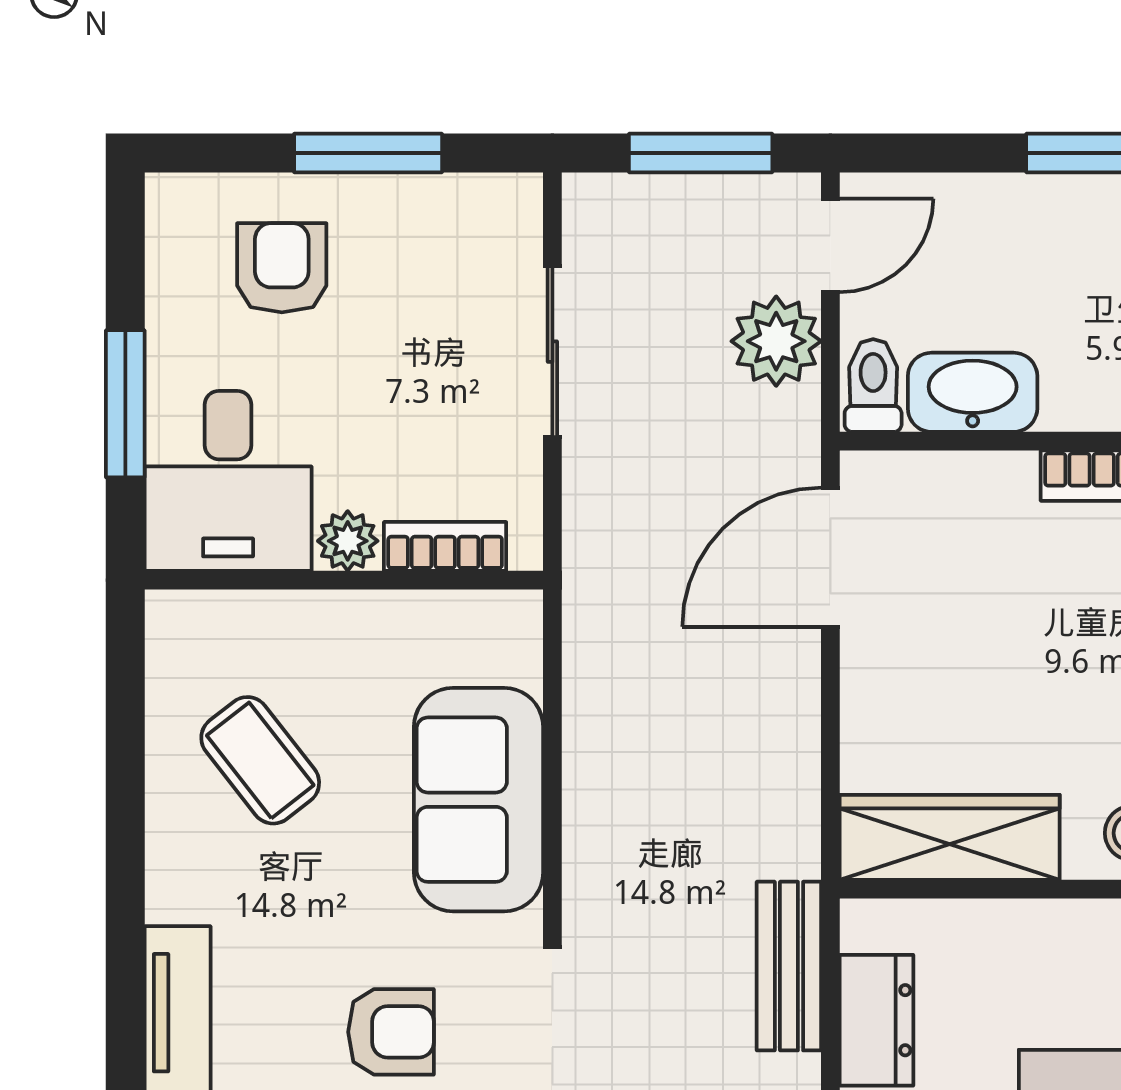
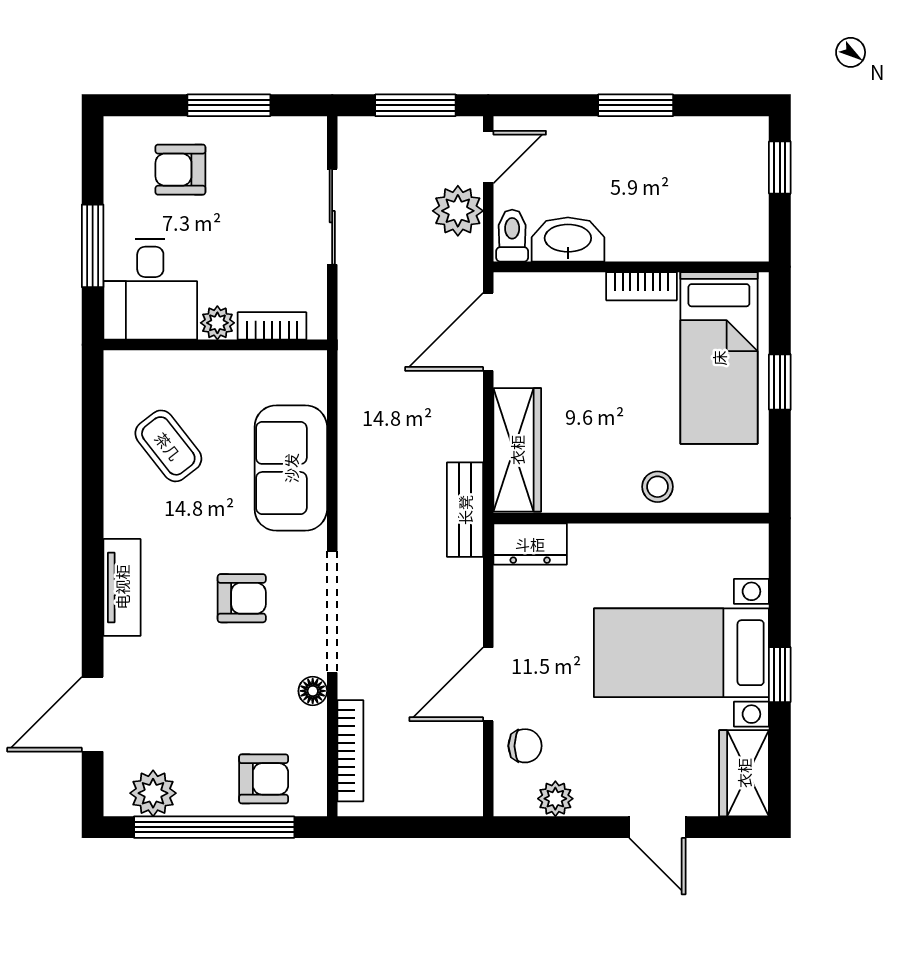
armchair: (282, 268) -> (180, 170), turned -90
wardrobe: (950, 837) -> (517, 450), moved, turned 90
bench: (789, 966) -> (465, 510), moved
dresser: (877, 1020) -> (530, 544), moved, turned 90

